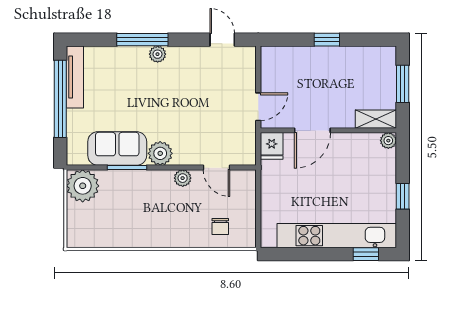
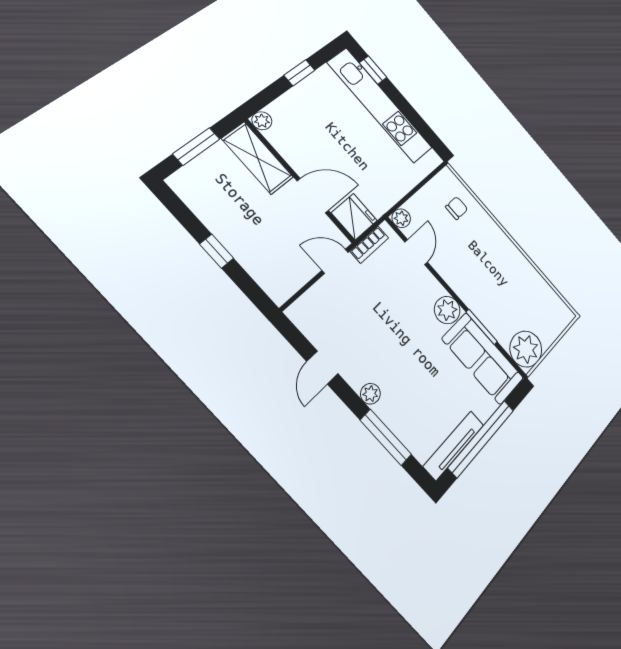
window: (142, 40) -> (386, 437), moved
door: (222, 40) -> (322, 368), moved
shelving: (376, 119) -> (258, 158), width x1.50, depth x1.33
bookcase: (249, 139) -> (369, 245), added
fridge: (272, 146) -> (354, 217), width x1.38
sofa: (117, 149) -> (483, 359), width x1.36
plant: (183, 178) -> (401, 218), moved

